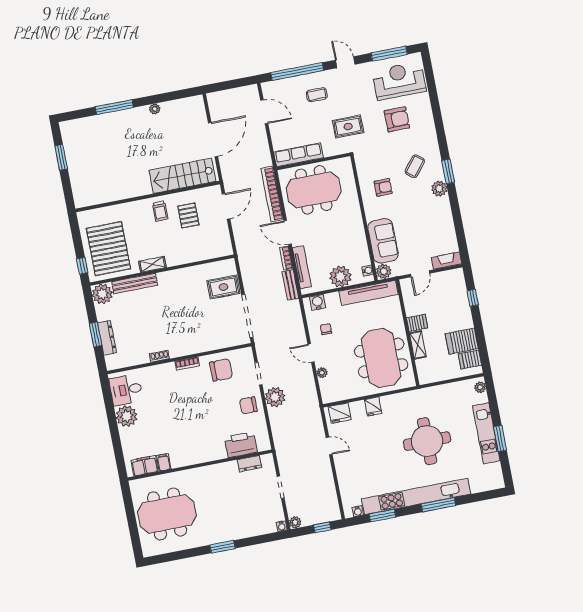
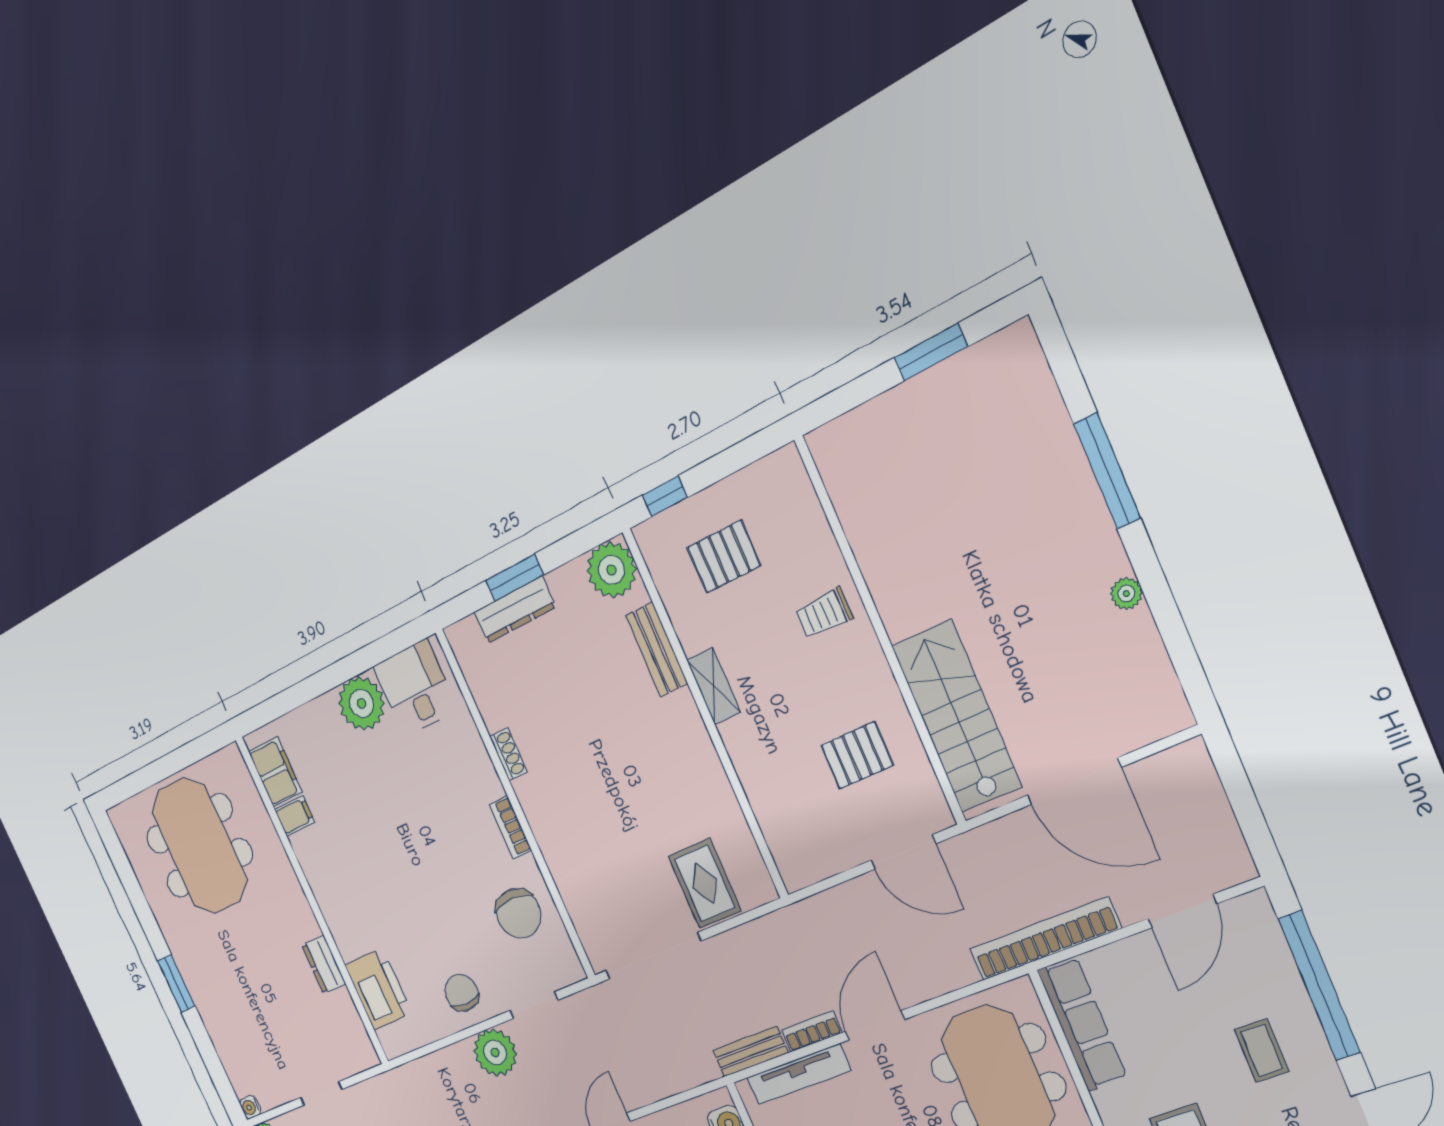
bookcase: (272, 194) -> (1045, 939), moved
trolley: (160, 211) -> (824, 613), moved
pallet: (108, 249) -> (724, 557), width x0.49, depth x0.50
bench: (135, 284) -> (657, 650), width x0.73
dresser: (250, 464) -> (324, 964), moved

